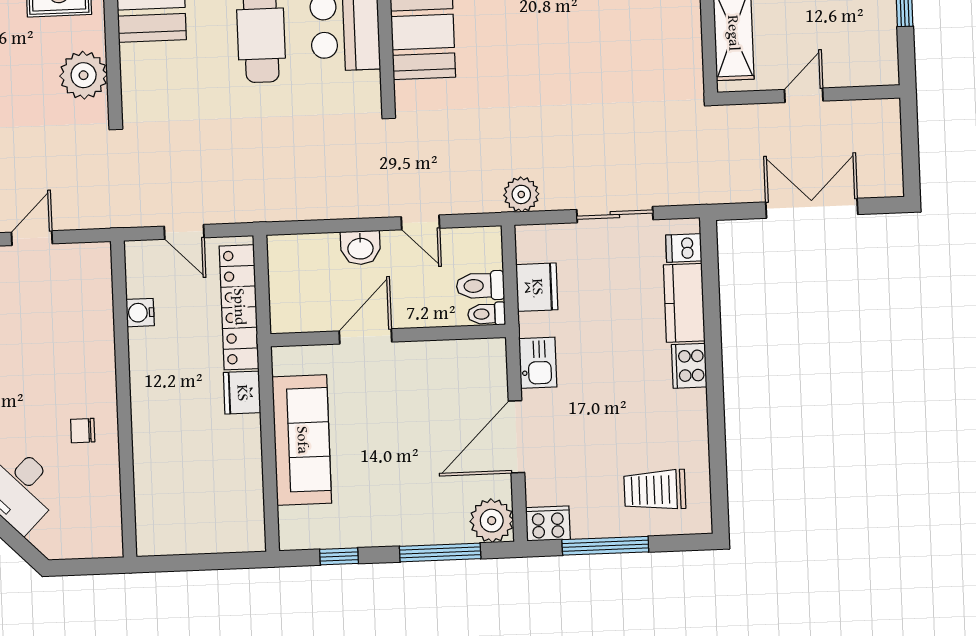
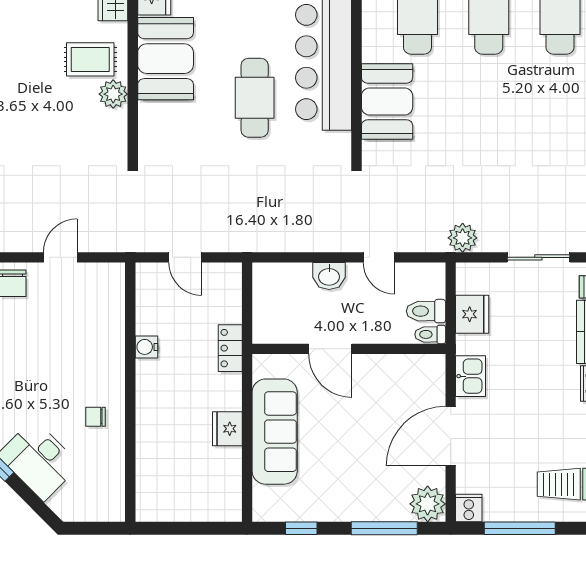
plant: (84, 75) -> (113, 94), moved, width x0.73, depth x0.73
locker: (239, 307) -> (230, 348), width x0.46, depth x0.83
water cooler: (140, 313) -> (146, 347), moved
door: (365, 336) -> (330, 349), swing flipped
fridge: (242, 393) -> (227, 429), moved
cooker: (548, 523) -> (469, 508), width x0.73

